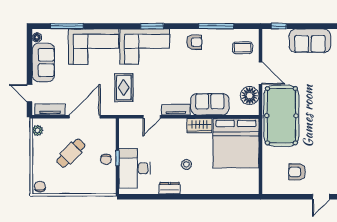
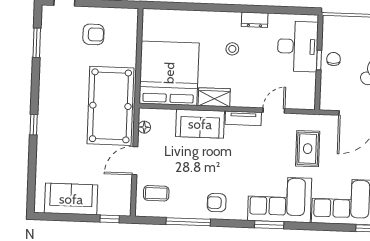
door: (260, 73) -> (135, 161), hinge flipped
floor lamp: (250, 96) -> (144, 127), width x0.53, depth x0.53

